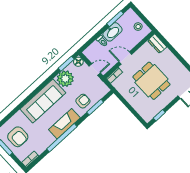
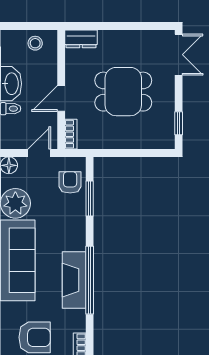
armchair: (83, 101) -> (70, 182), moved
fireplace: (64, 124) -> (74, 280), moved

